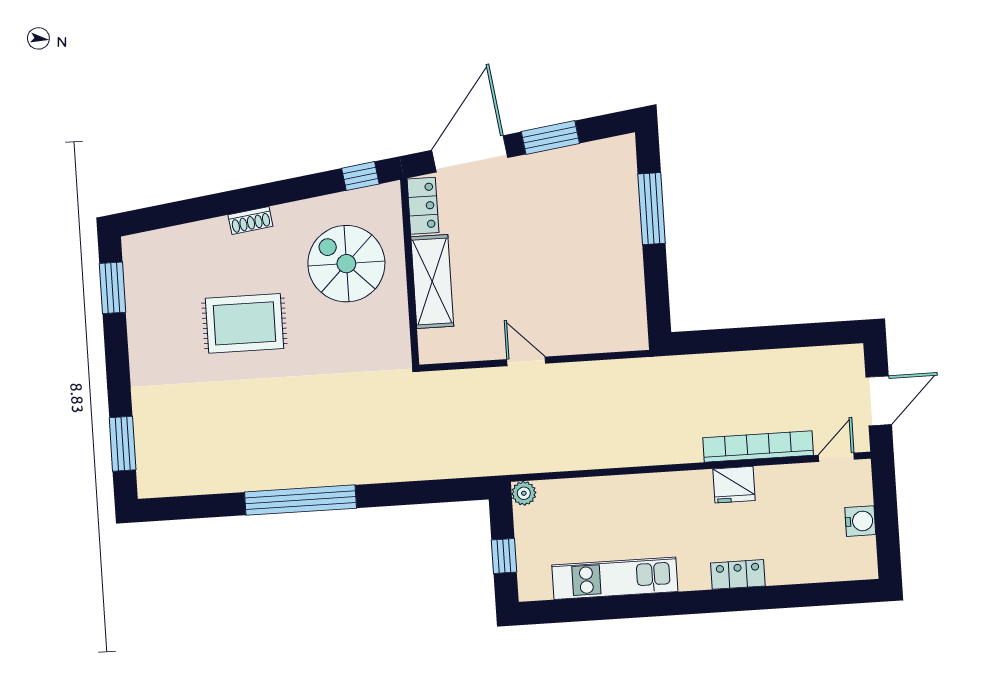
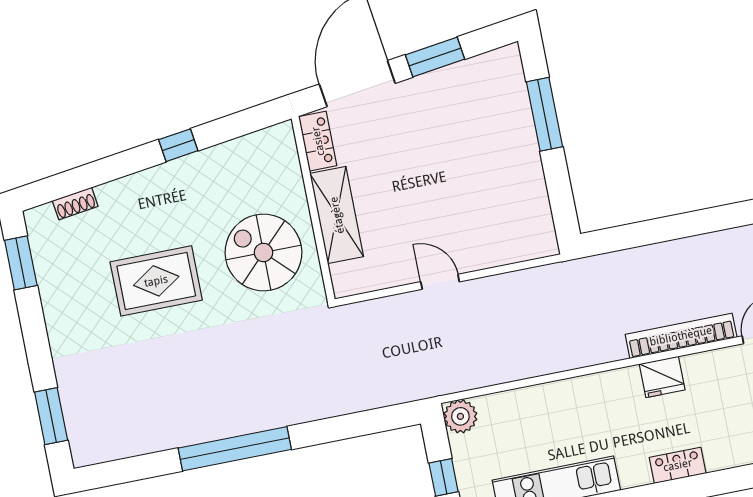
window: (360, 176) -> (178, 145), moved
shoe rack: (250, 220) -> (75, 204), moved
spiral stairs: (346, 264) -> (263, 252), moved
plant: (524, 493) -> (460, 416), width x1.38, depth x1.38

